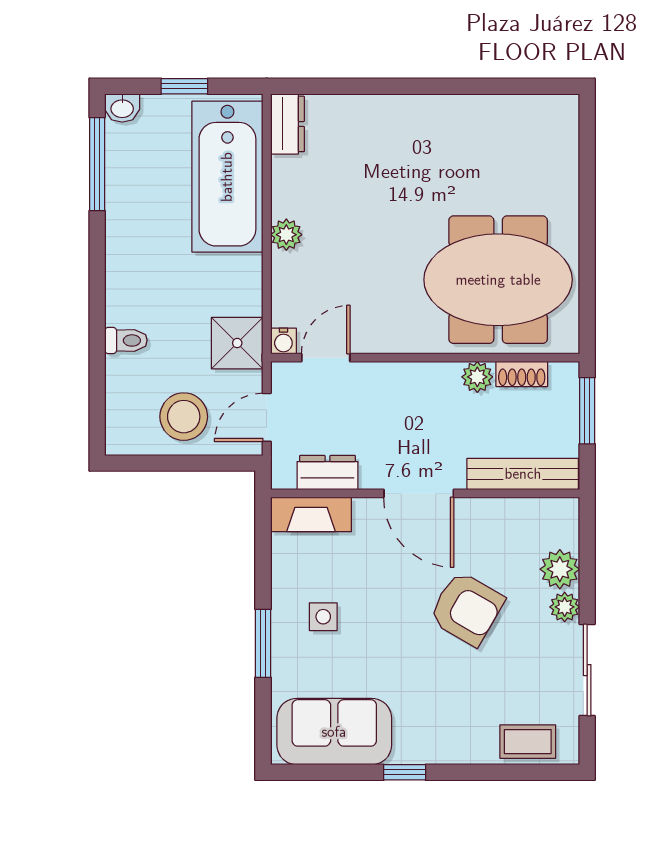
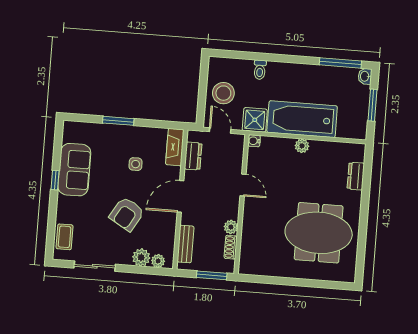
window: (184, 86) -> (373, 105), width x1.50
dresser: (287, 124) -> (356, 176), moved, turned 90
bathtub: (227, 177) -> (302, 119), moved
meeting table: (498, 280) -> (319, 233), moved, turned 90
door: (326, 358) -> (243, 185), moved
bench: (523, 474) -> (186, 244), width x0.73
plant: (565, 607) -> (158, 261), moved
side table: (323, 617) -> (136, 164), moved
sofa: (334, 732) -> (74, 170), moved

